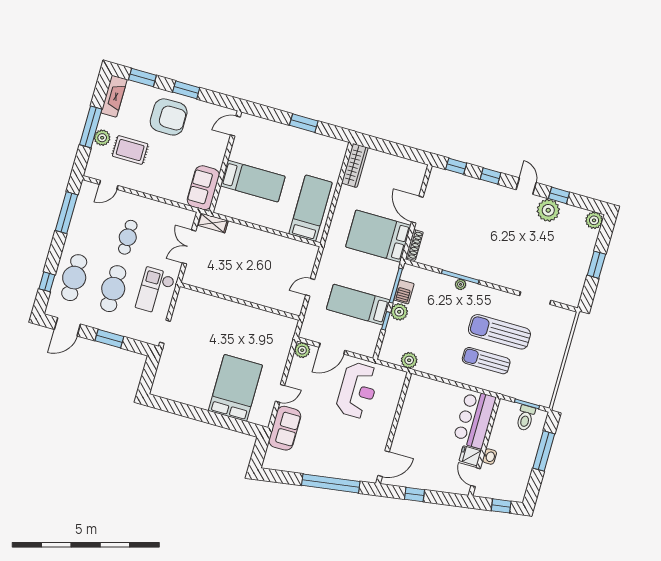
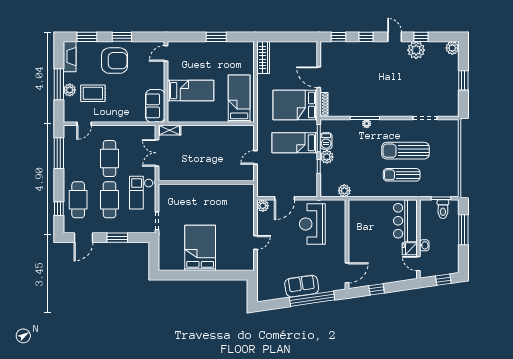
cafe table: (128, 237) -> (109, 158), width x1.37, depth x1.35
bed: (358, 305) -> (295, 143), moved
bed: (235, 388) -> (200, 248), moved
reception desk: (358, 390) -> (312, 224), turned 180
sofa: (285, 428) -> (302, 286), moved, turned -98

